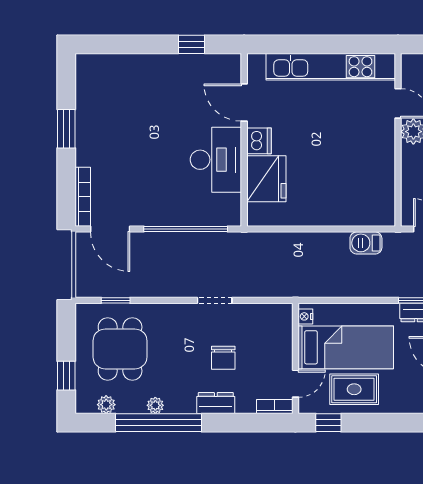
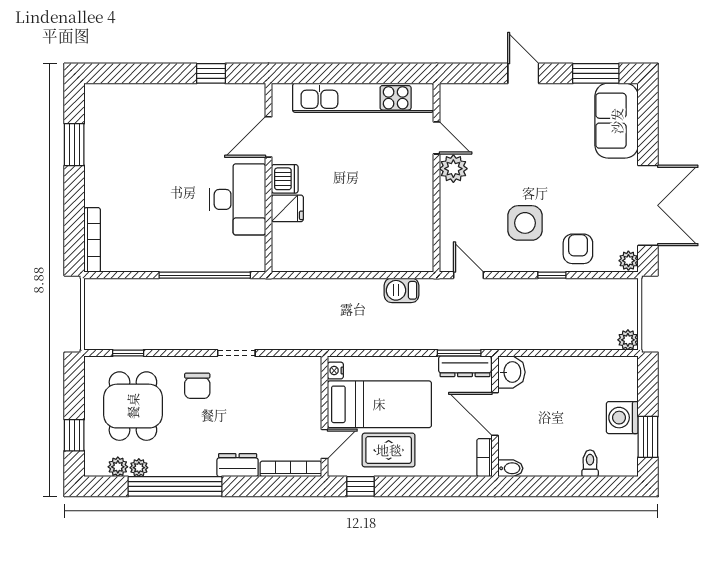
door: (244, 103) -> (269, 137), hinge flipped
window: (66, 129) -> (74, 145), moved
fridge: (266, 179) -> (287, 208), width x0.53, depth x0.75
door: (110, 229) -> (122, 275), removed
chair: (223, 358) -> (197, 386), moved
plant: (155, 405) -> (139, 468), moved
bookcase: (275, 406) -> (291, 469), width x1.56

